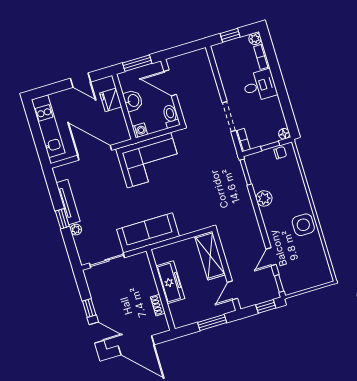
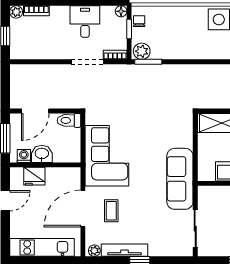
desk: (260, 86) -> (85, 22), moved
washing machine: (140, 130) -> (24, 156), moved
coffee table: (100, 179) -> (111, 211), added
plant: (264, 198) -> (142, 51), moved
plant: (76, 230) -> (94, 251), moved

